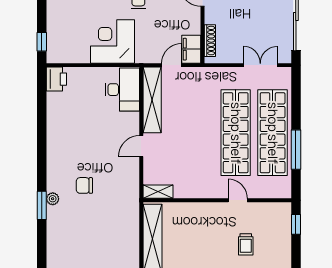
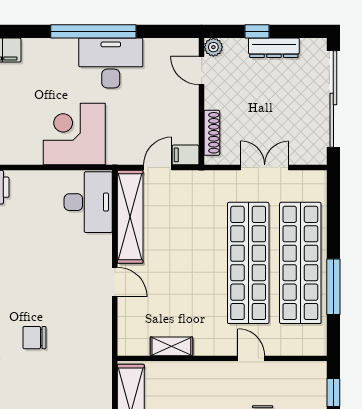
filing cabinet: (191, 49) -> (186, 155), width x0.50
double door: (260, 65) -> (265, 168), moved
door: (141, 146) -> (115, 282), swing flipped
shelving: (158, 192) -> (171, 346), moved

